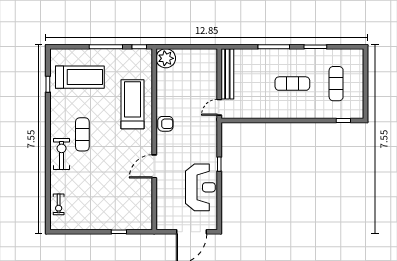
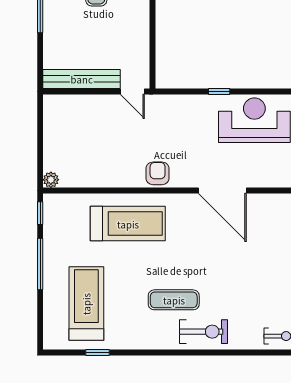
plant: (166, 58) -> (51, 180), width x0.53, depth x0.53
treadmill: (133, 104) -> (128, 224), turned 180
exercise bike: (62, 154) -> (204, 332), turned 180
door: (154, 166) -> (222, 190), width x1.36

